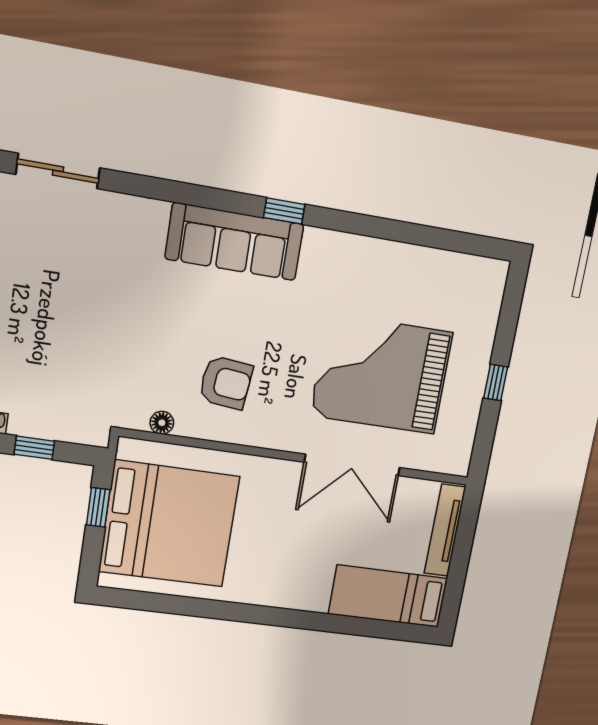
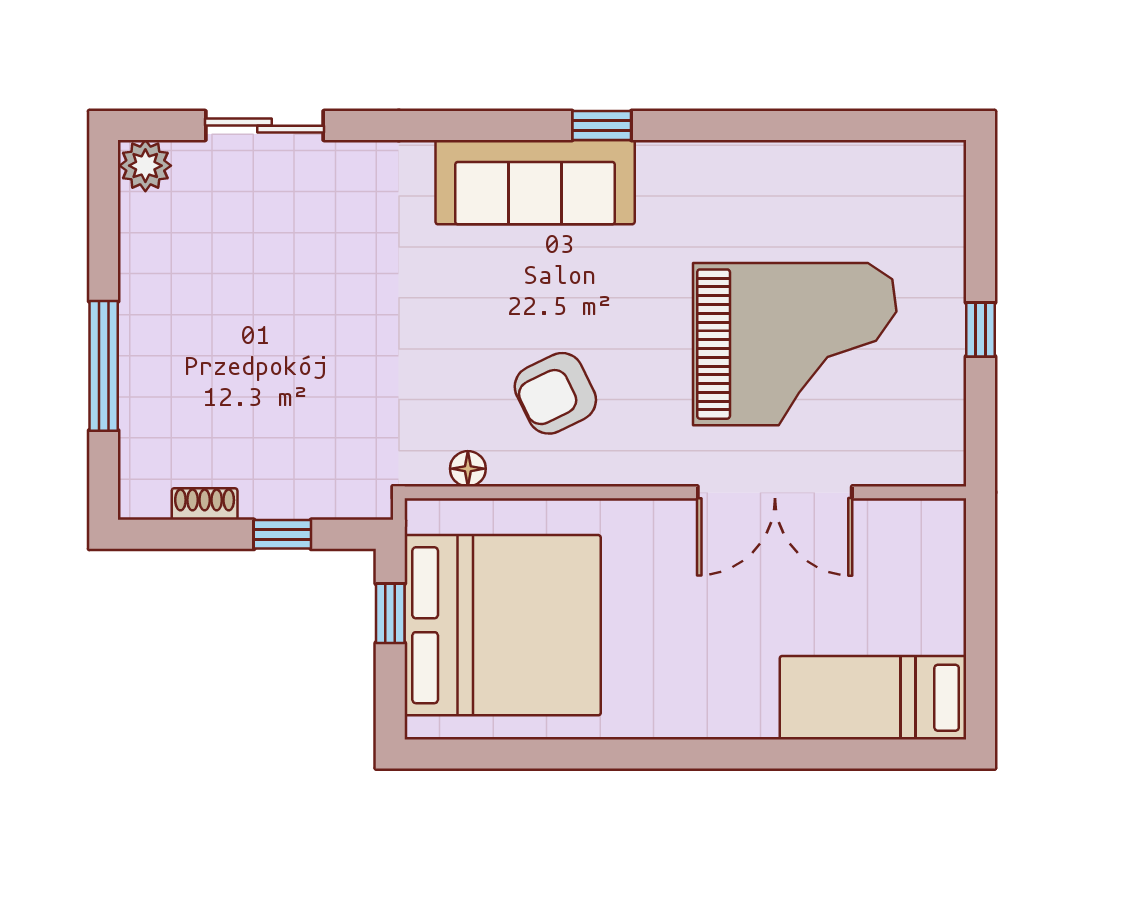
grand piano: (381, 374) -> (795, 344), turned 180
armchair: (226, 383) -> (555, 393), turned 148
tv unit: (445, 530) -> (946, 577), removed

